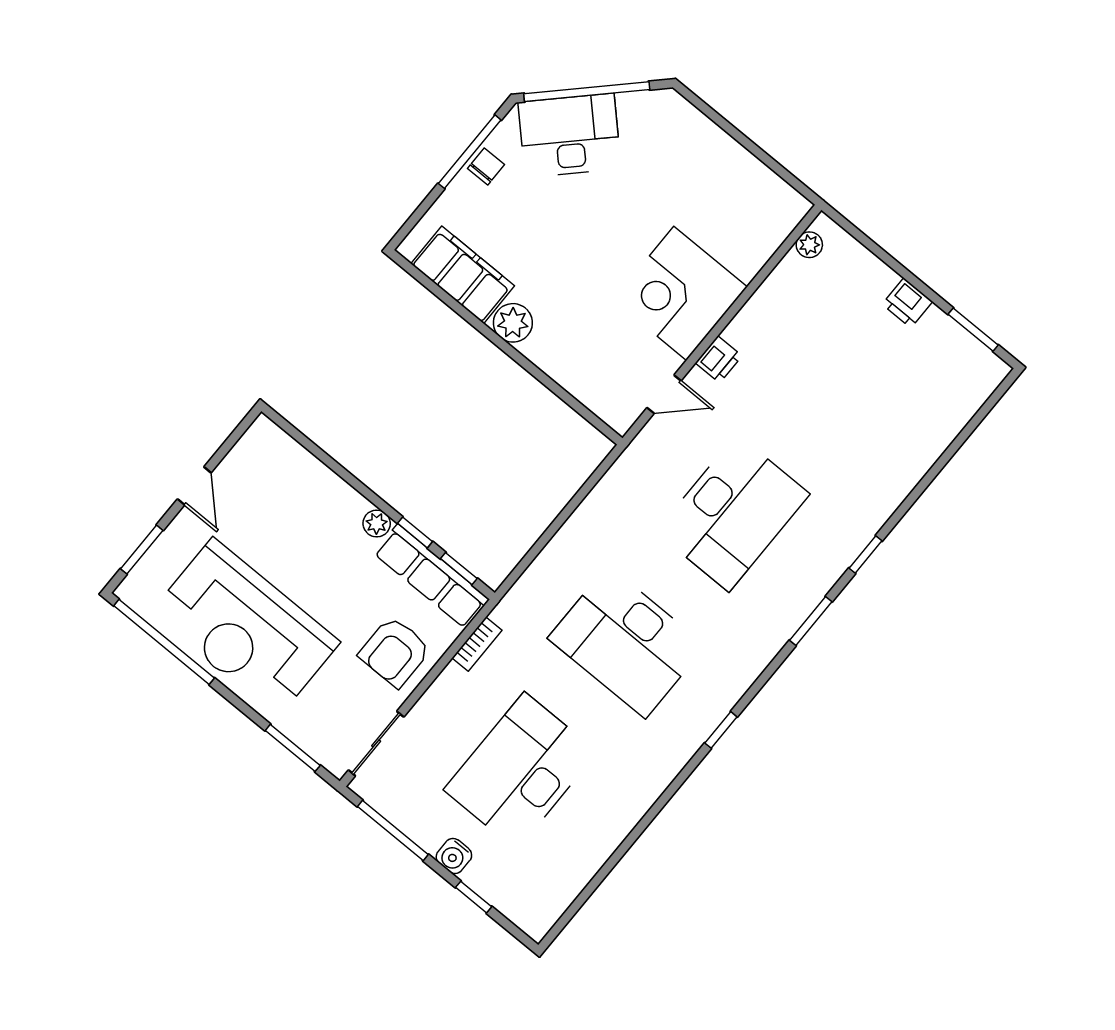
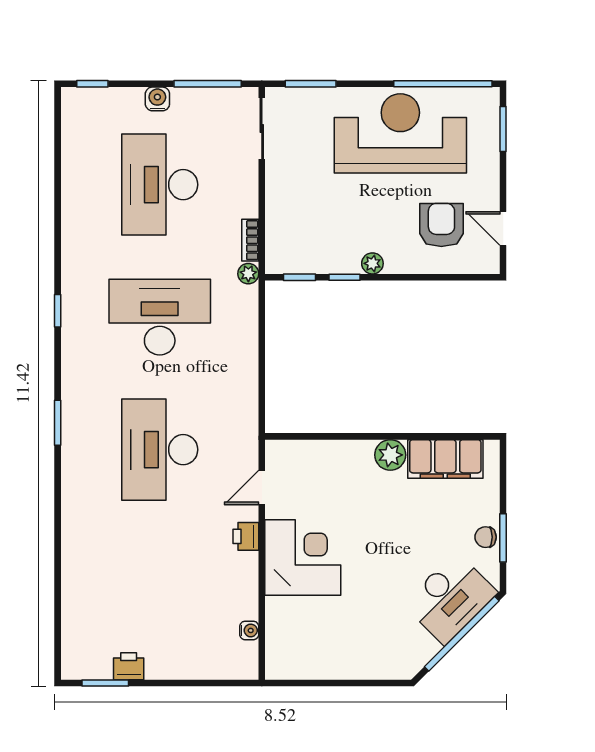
window: (470, 152) -> (503, 538), width x0.69
chair: (486, 166) -> (486, 537), turned 90
plant: (809, 245) -> (248, 274), moved
water cooler: (791, 265) -> (249, 630), added
printer: (907, 303) -> (129, 666), moved
door: (194, 486) -> (503, 229), moved
window: (866, 554) -> (58, 491), removed
row of seats: (431, 576) -> (312, 259), removed
armchair: (395, 652) -> (441, 225), moved
desk: (520, 771) -> (160, 185), turned 180
window: (474, 897) -> (92, 84), moved

